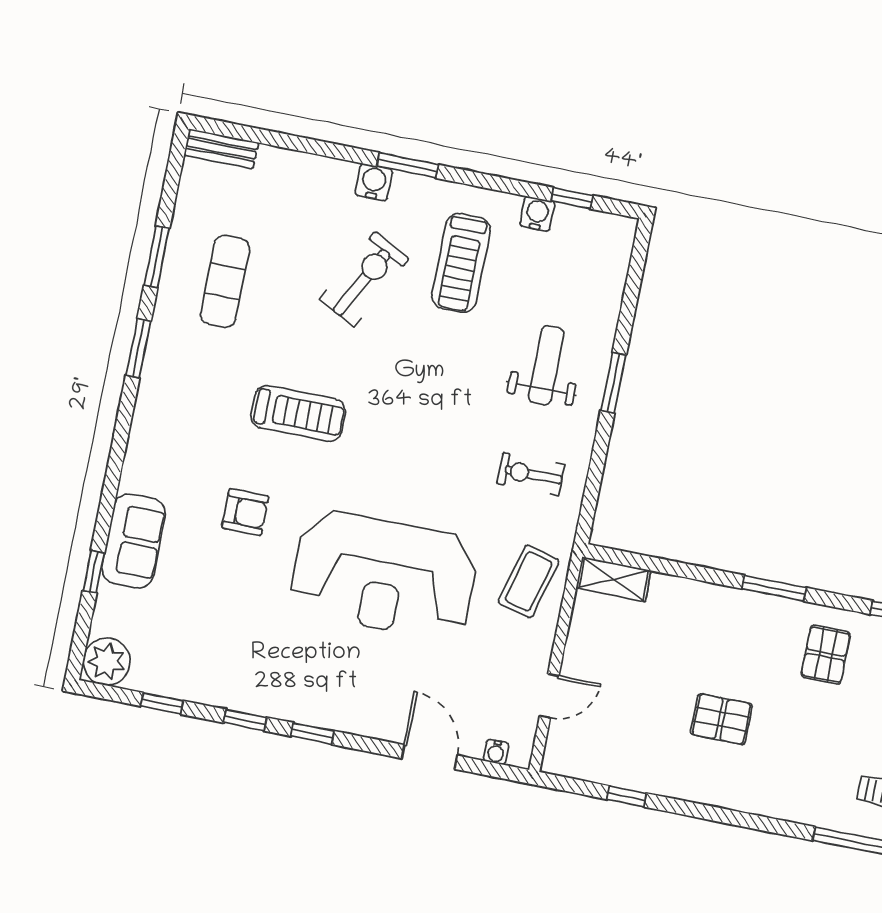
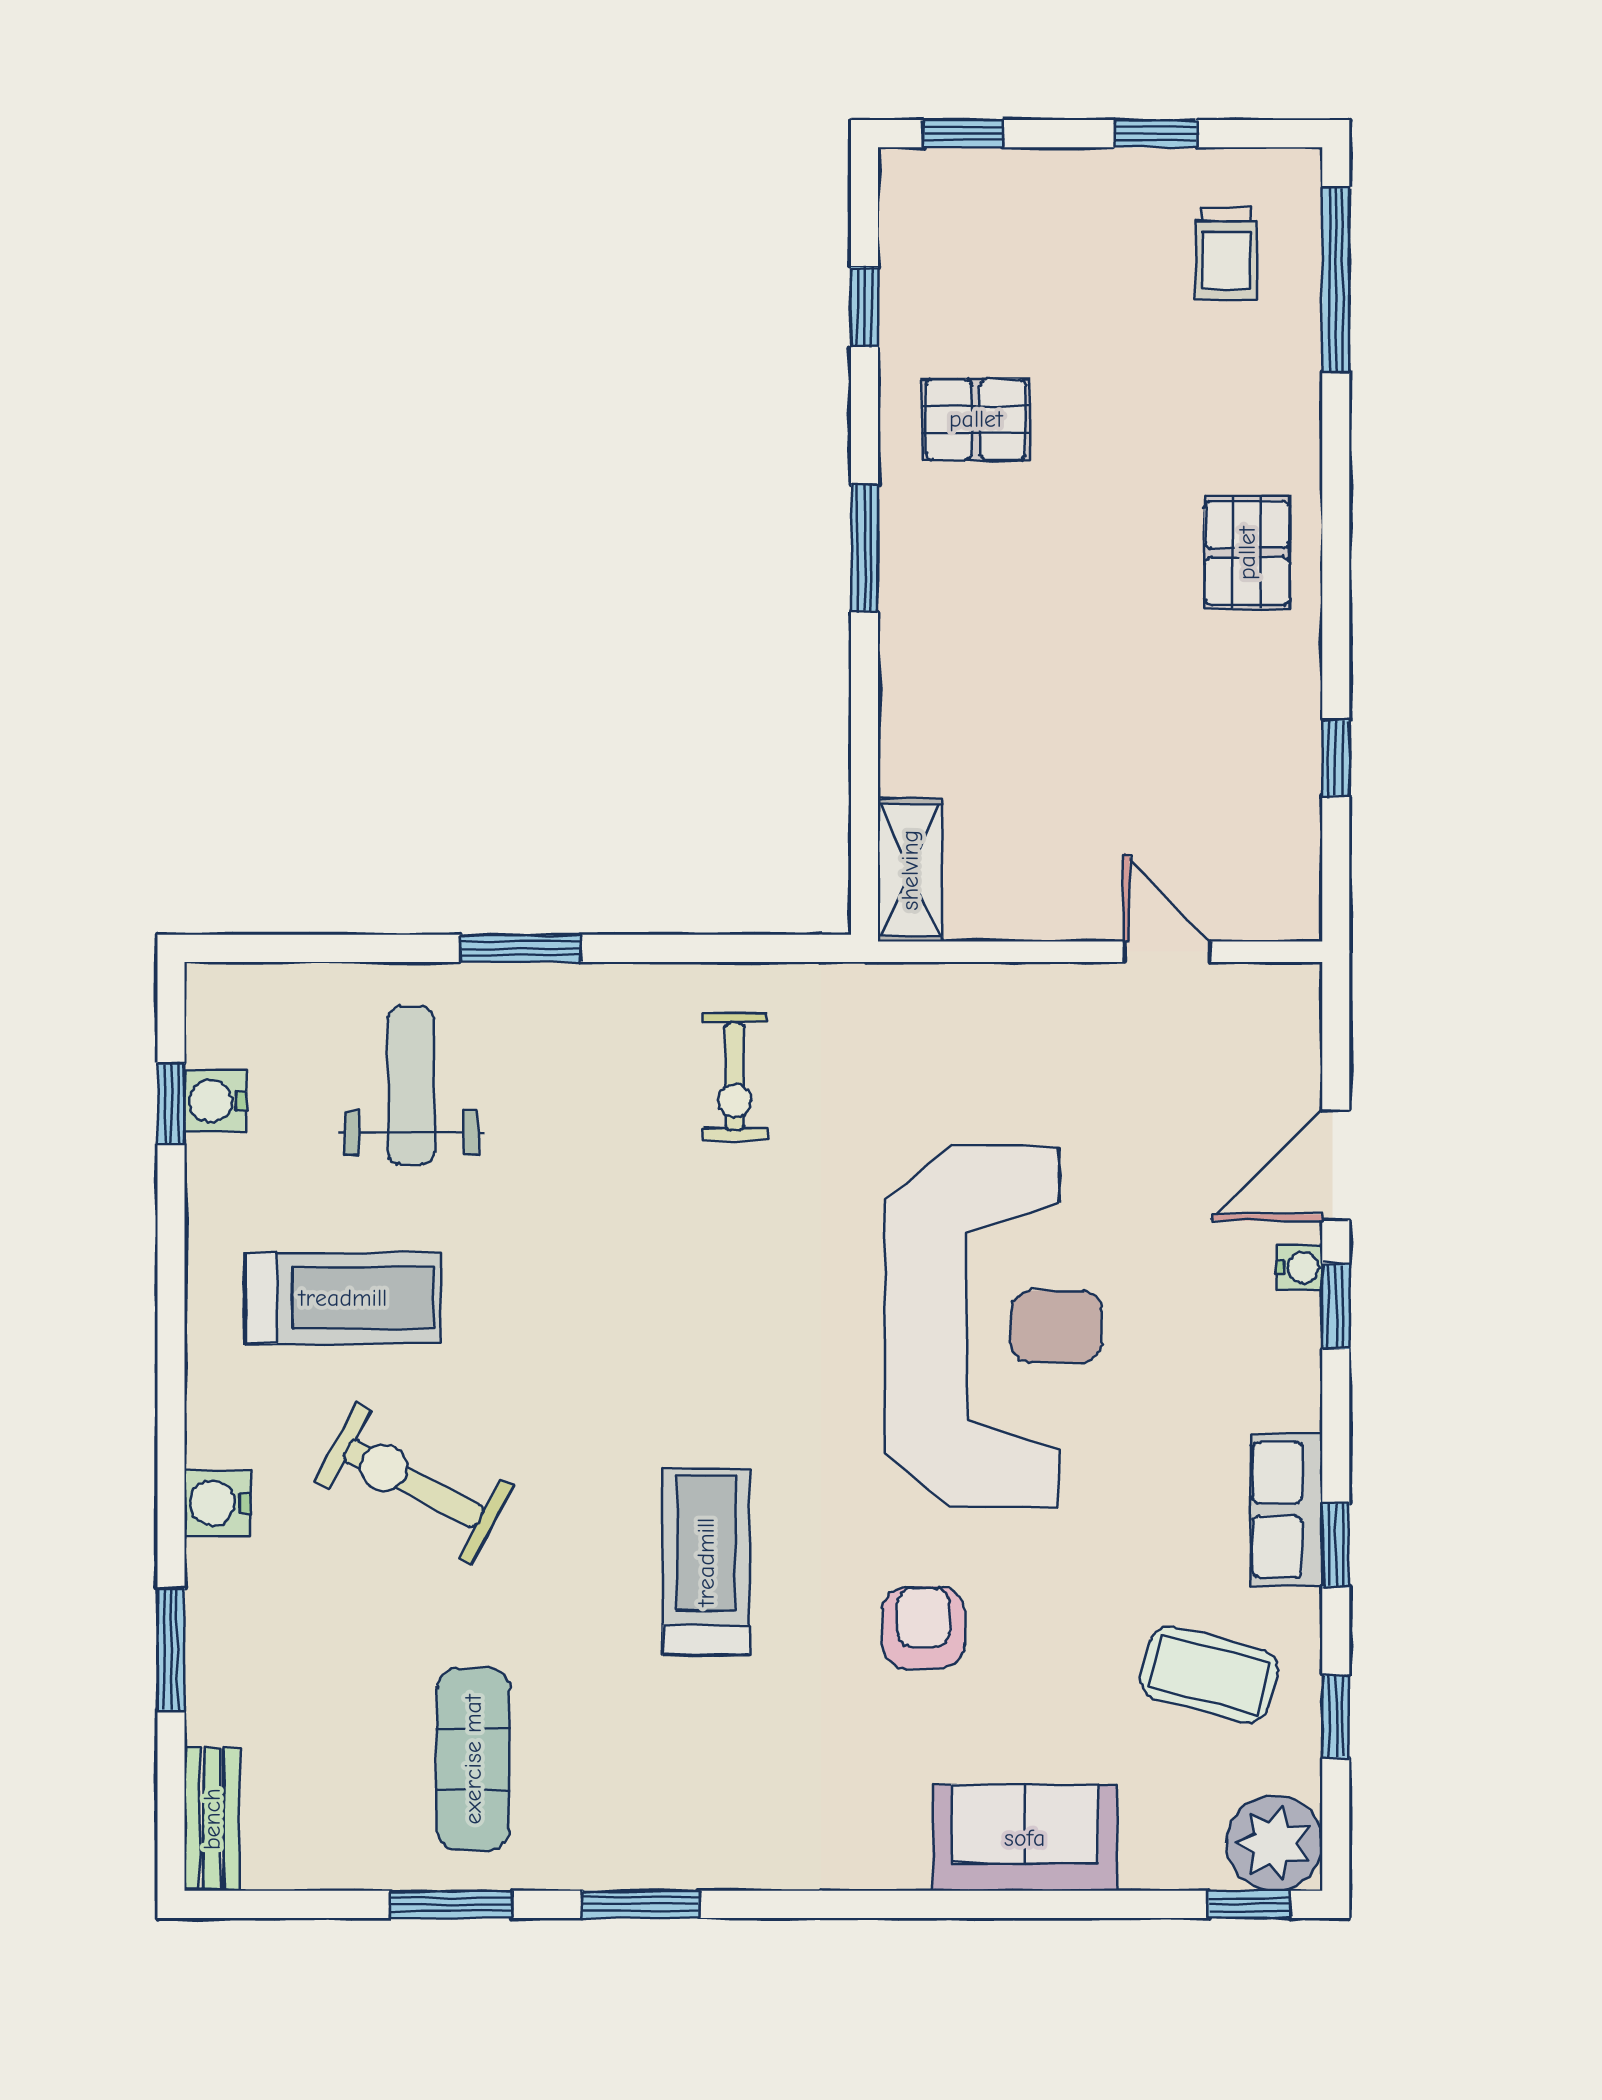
window: (408, 165) -> (171, 1649), moved
water cooler: (537, 214) -> (216, 1101), moved
exercise mat: (225, 281) -> (473, 1759), turned 90
weight bench: (546, 365) -> (411, 1085), moved, turned 90
window: (94, 572) -> (1249, 1904), moved
coffee table: (529, 581) -> (1209, 1675), moved
row of seats: (267, 699) -> (1286, 1510), added
pallet: (721, 719) -> (1247, 553), moved
window: (313, 734) -> (1336, 1306), moved
water cooler: (496, 752) -> (1300, 1268), moved

